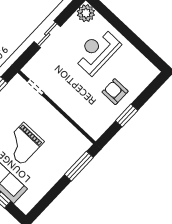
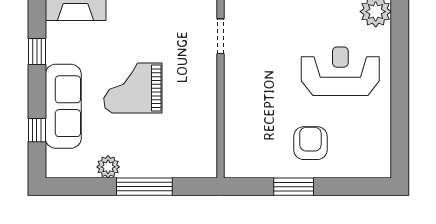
window: (79, 166) -> (144, 187), moved
plant: (46, 185) -> (108, 167), added

